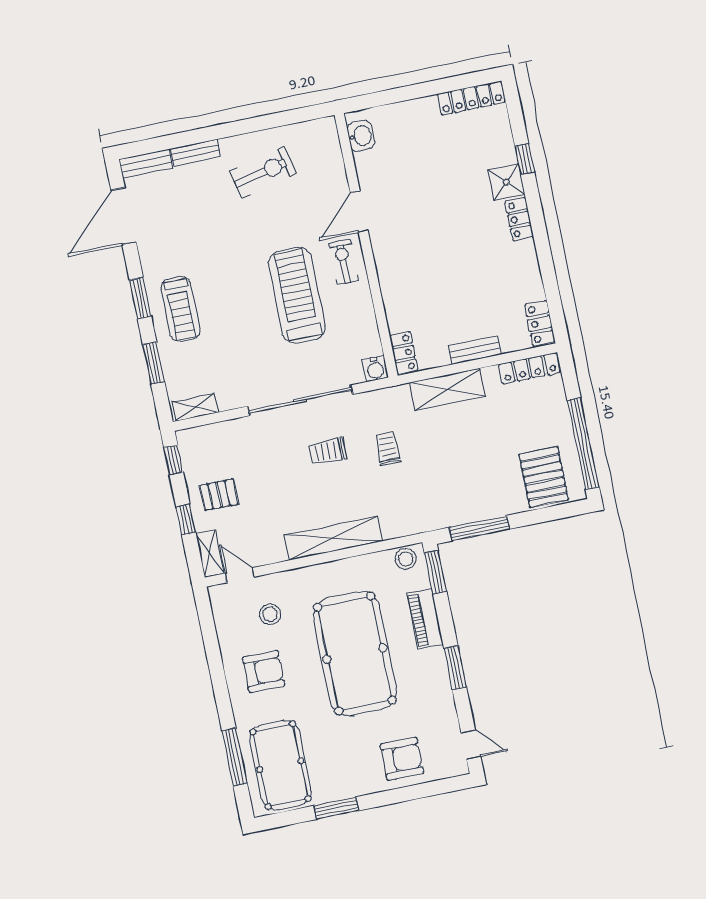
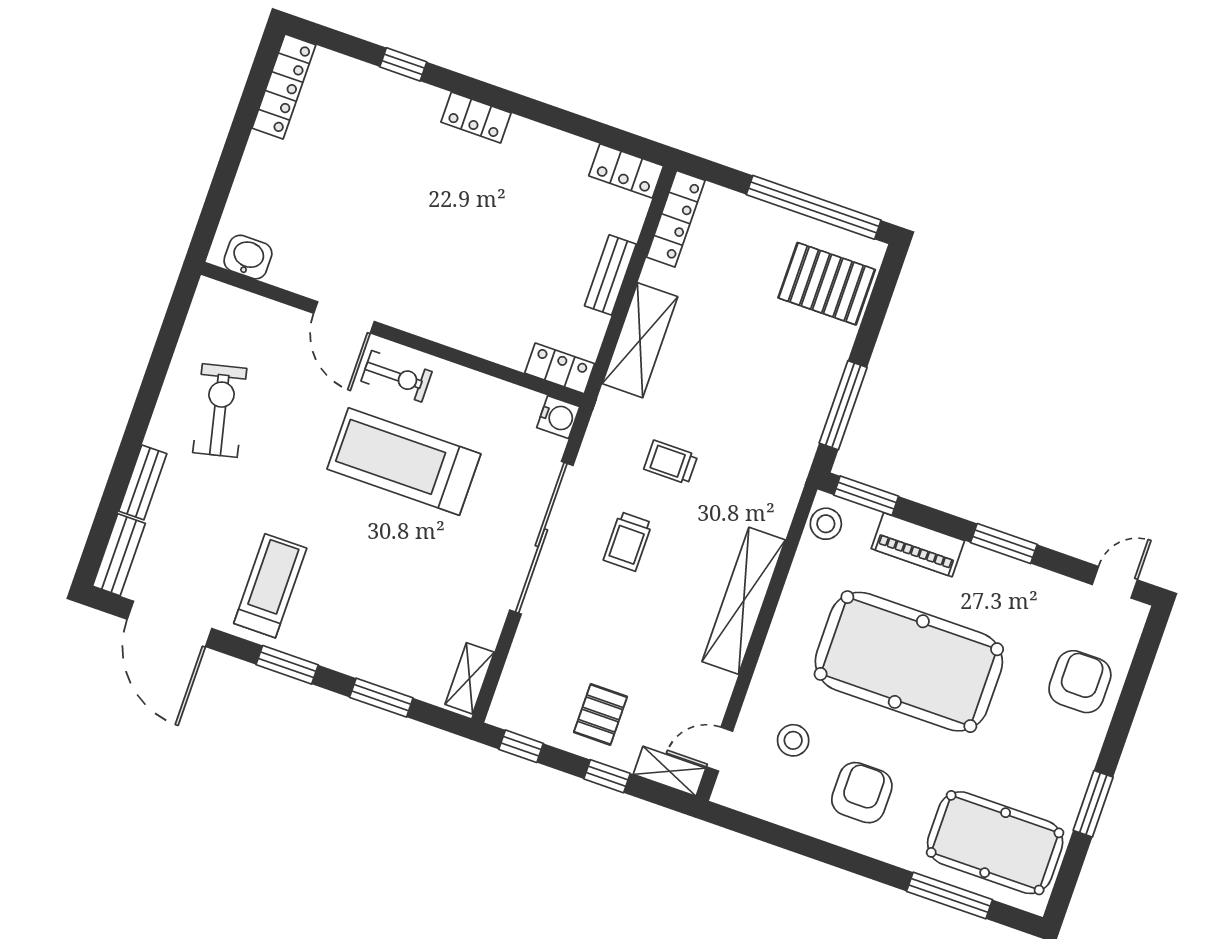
shower: (506, 182) -> (419, 106), removed
exercise bike: (343, 262) -> (397, 376), turned 180
treadmill: (180, 309) -> (270, 586), moved, turned -90

